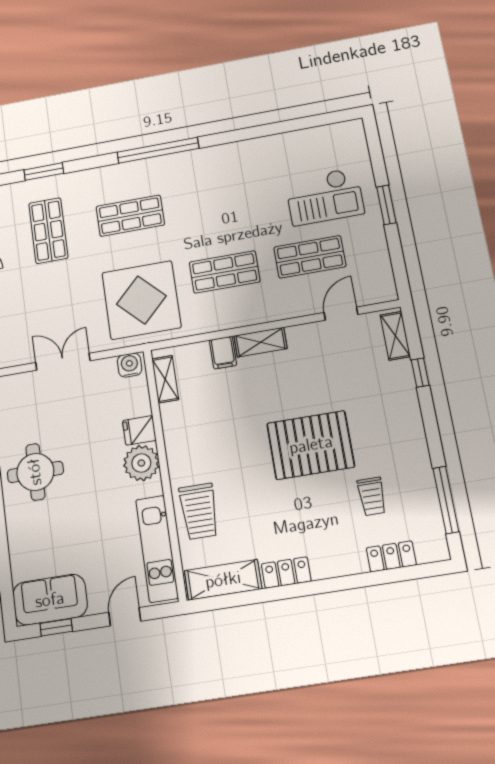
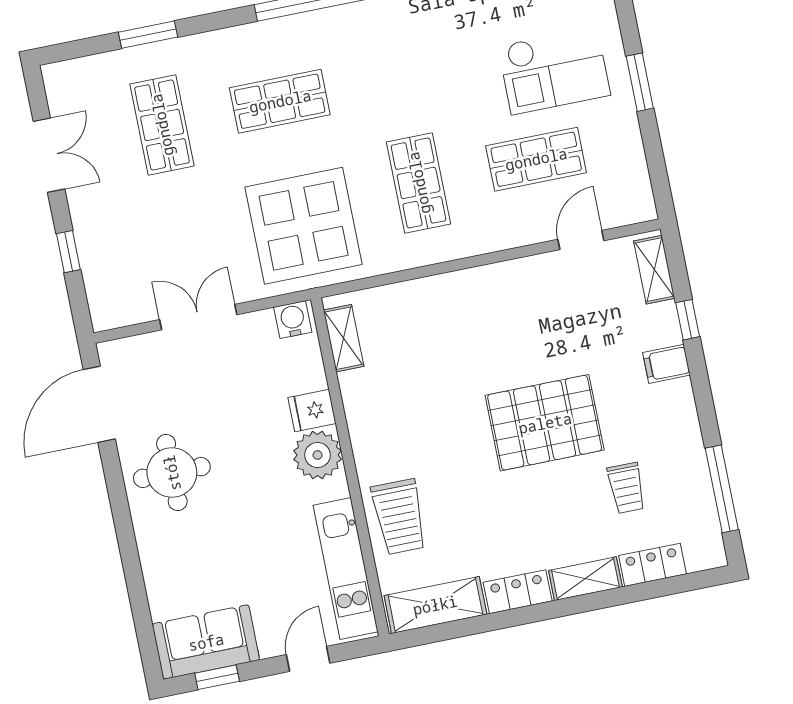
shop shelf: (225, 272) -> (419, 183), turned 90
shelving: (260, 342) -> (585, 579), moved
filing cabinet: (223, 353) -> (666, 364), moved, turned 90

